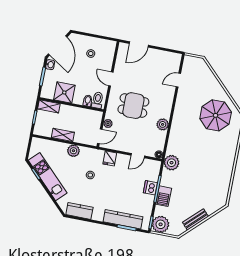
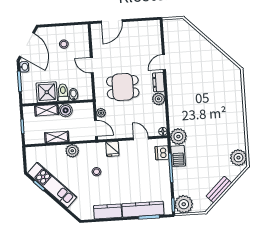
door: (178, 80) -> (164, 62), moved
toilet: (98, 100) -> (63, 92), moved
shelving: (49, 106) -> (47, 110), moved
dresser: (166, 110) -> (158, 82), added
boiler: (77, 113) -> (66, 110), added
parasol: (216, 115) -> (212, 75), removed
door: (100, 136) -> (96, 128), hinge flipped
door: (138, 156) -> (141, 138), swing flipped
dishwasher: (150, 188) -> (162, 153), moved
plant: (220, 195) -> (238, 158), added
barbecue: (164, 196) -> (178, 156), moved
kitchen counter: (79, 211) -> (108, 211), moved

